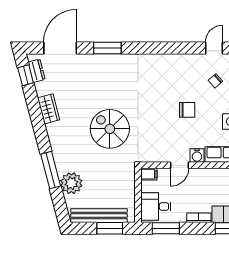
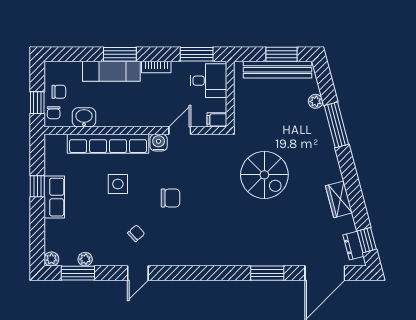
chair: (187, 110) -> (170, 198), turned 180
plant: (71, 183) -> (316, 101), width x0.53, depth x0.53
window: (110, 228) -> (281, 54), moved

